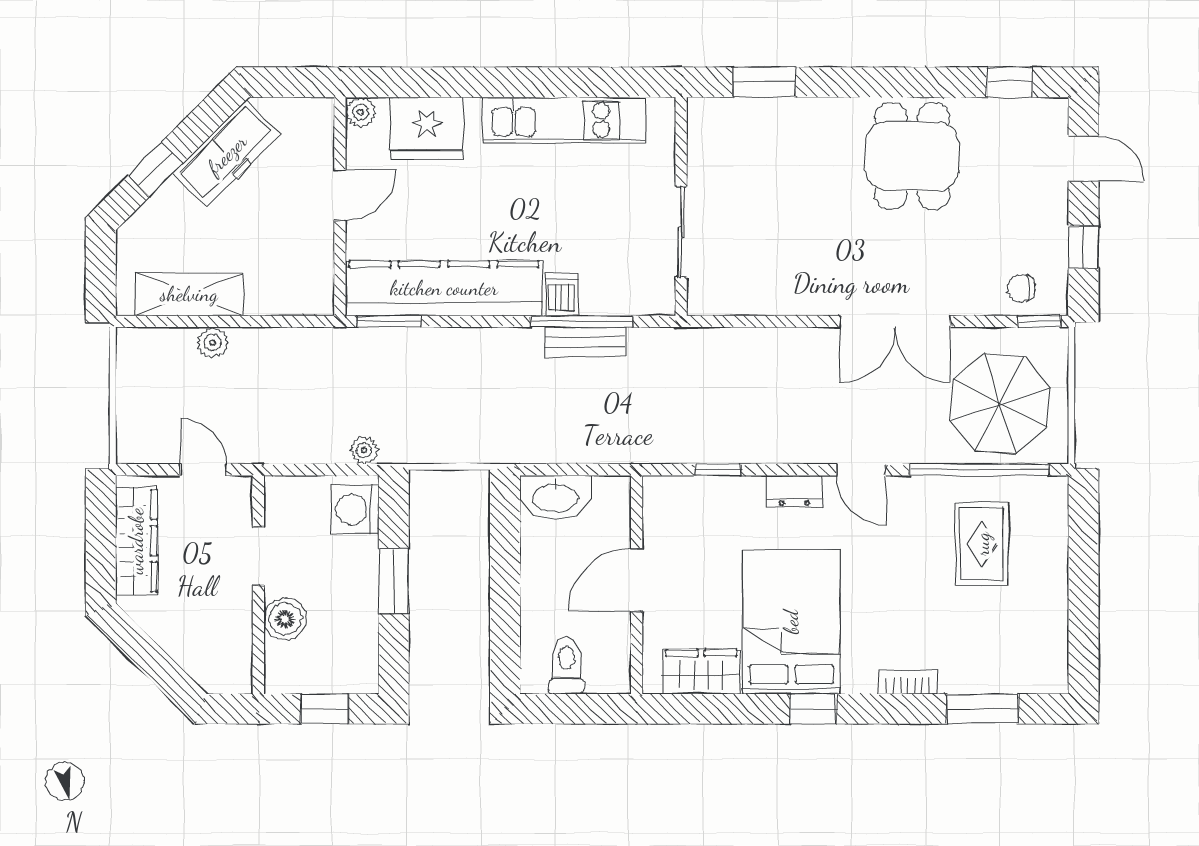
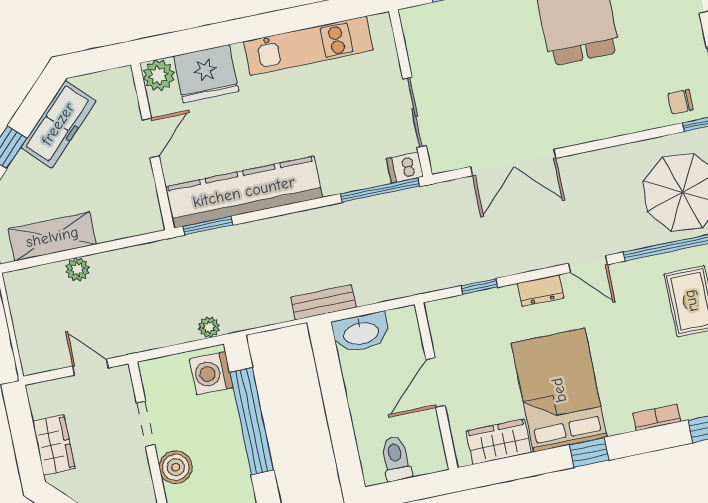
plant: (361, 112) -> (159, 75), width x1.38, depth x1.38
dishwasher: (562, 295) -> (405, 167), moved, turned -90
window: (581, 321) -> (380, 190), moved
double door: (895, 321) -> (513, 162), moved
bench: (585, 342) -> (323, 302), moved
wardrobe: (136, 541) -> (54, 445), width x0.67
window: (394, 581) -> (252, 421), width x2.11

